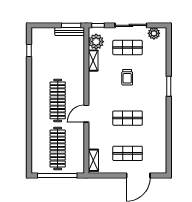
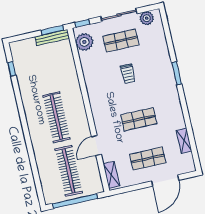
shelving: (93, 61) -> (184, 141), moved
door: (86, 114) -> (96, 145), moved

